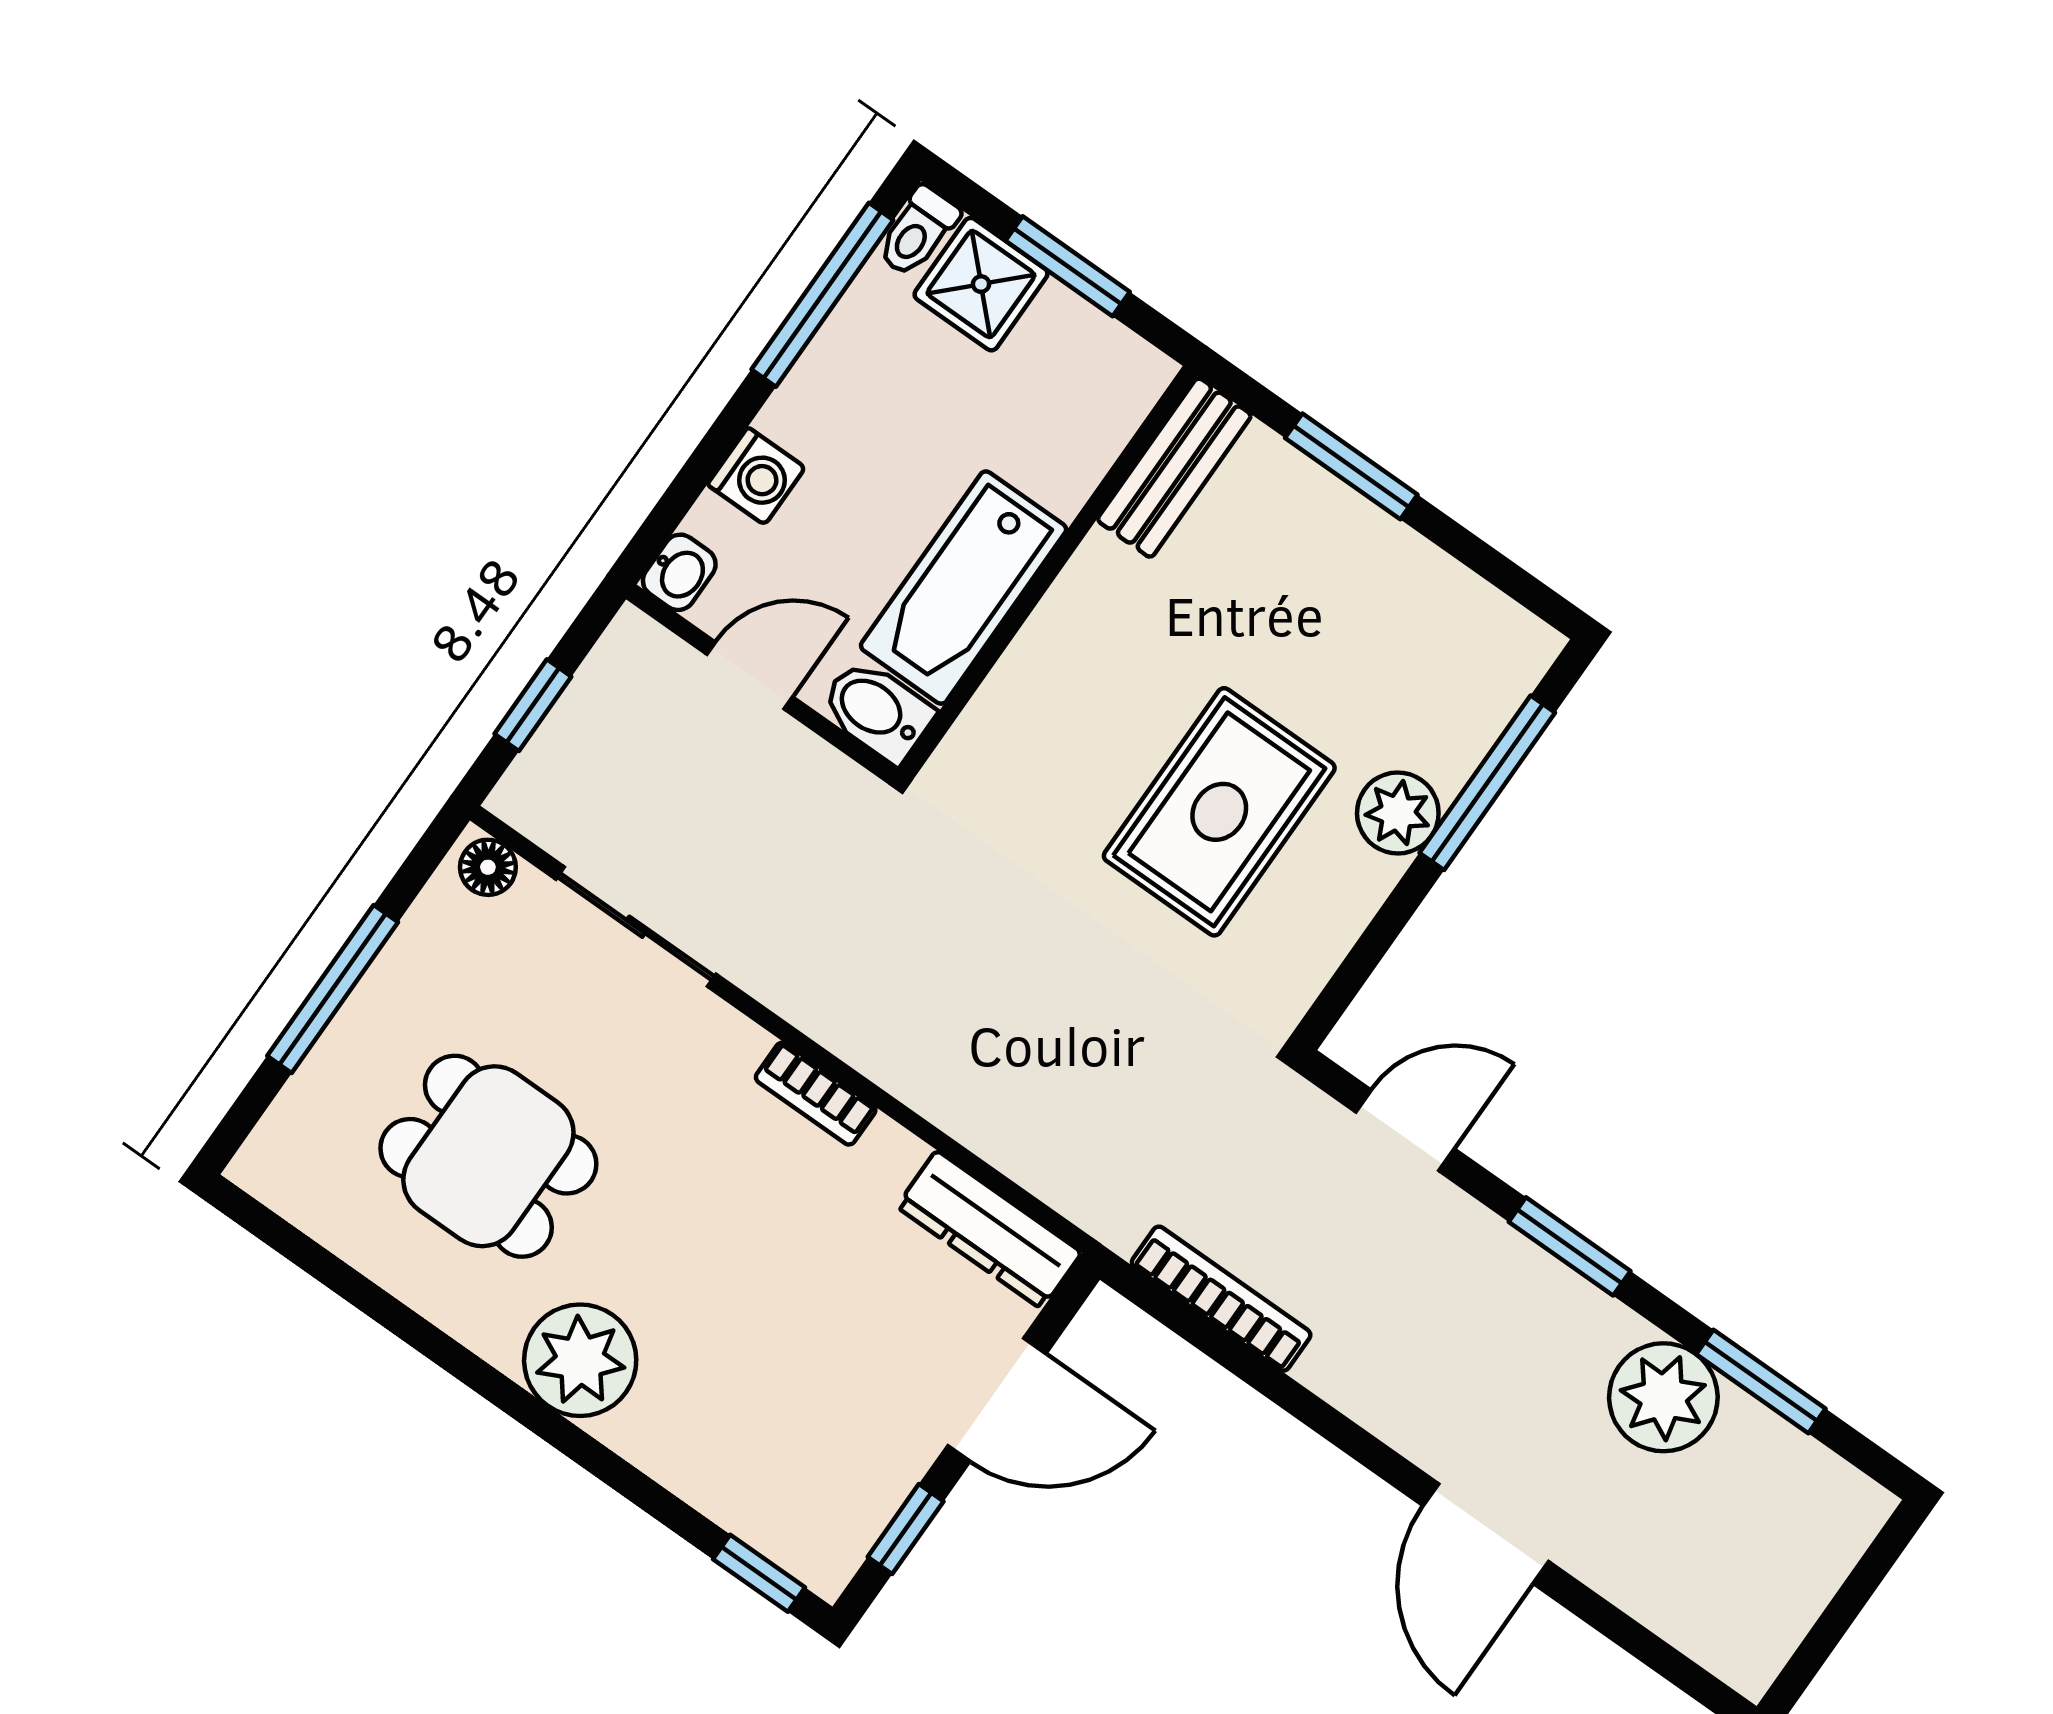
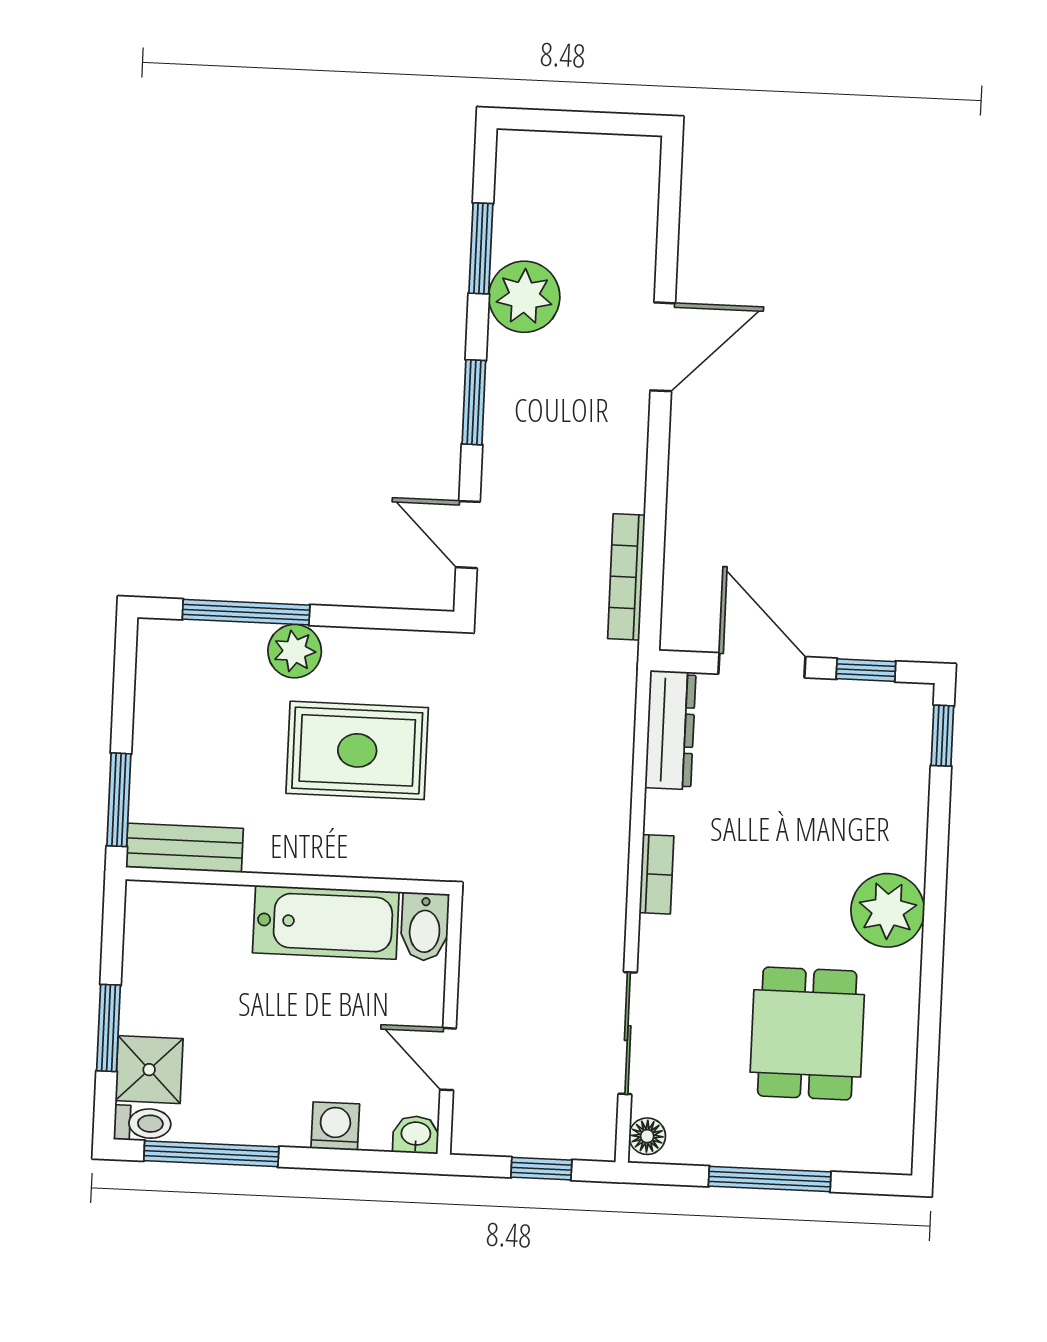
bench: (1174, 468) -> (185, 848), moved
wall: (1048, 573) -> (288, 881), moved
bathtub: (964, 588) -> (326, 922), moved
bidet: (877, 711) -> (425, 927), moved

